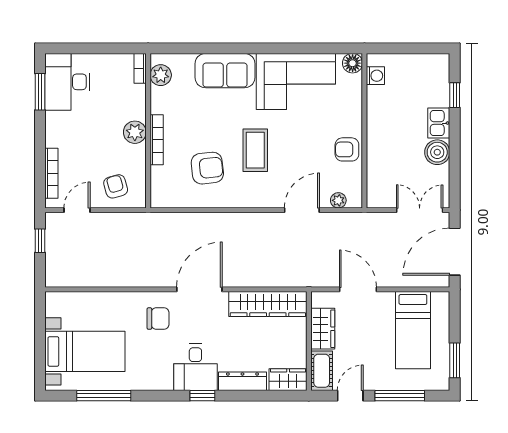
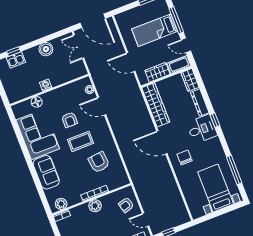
floor lamp: (353, 63) -> (37, 102), moved
washing machine: (375, 76) -> (46, 85), moved
kitchen sink: (439, 123) -> (16, 60), moved
armchair: (347, 149) -> (69, 120), moved
door: (358, 289) -> (131, 62), hinge flipped
bed: (413, 330) -> (155, 30), moved, turned 180

